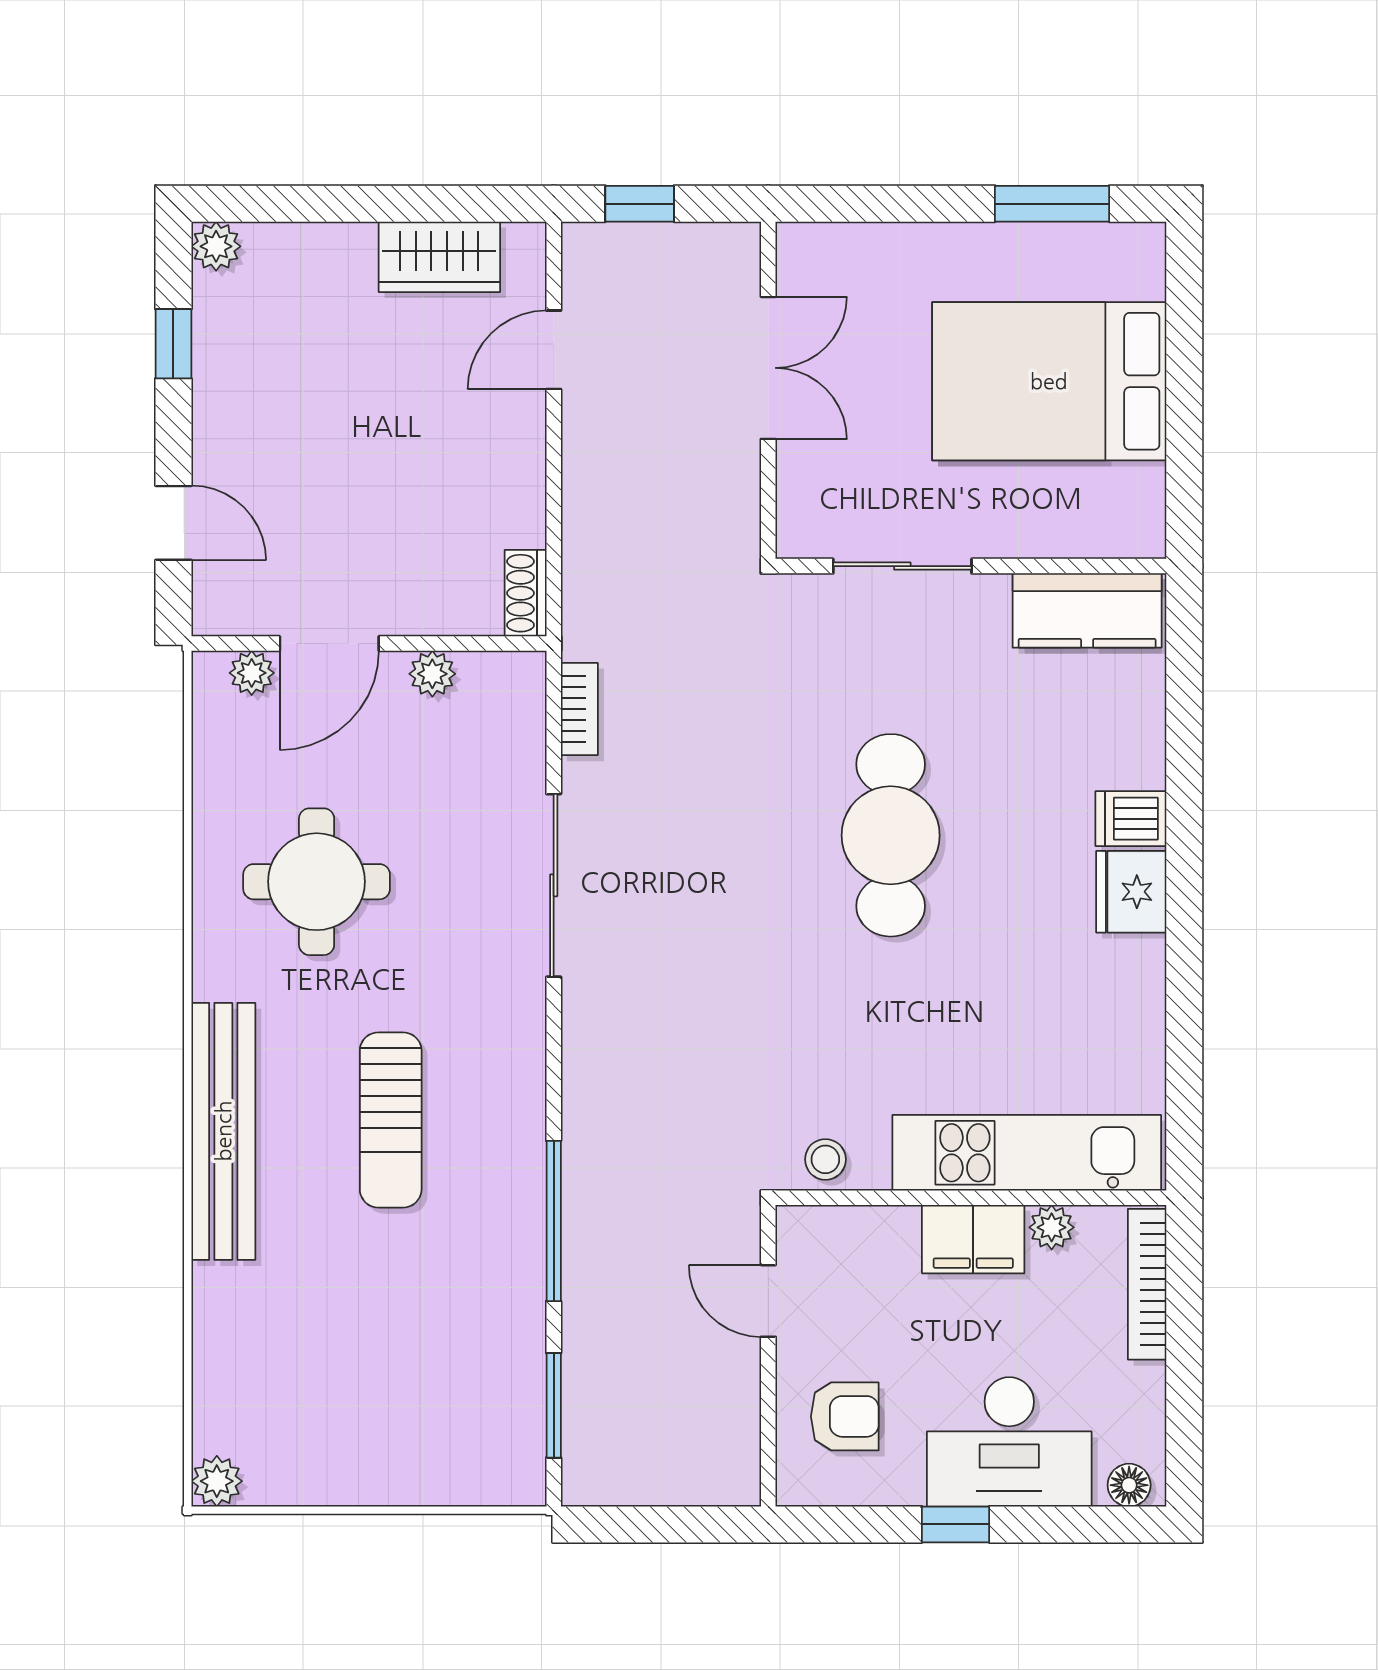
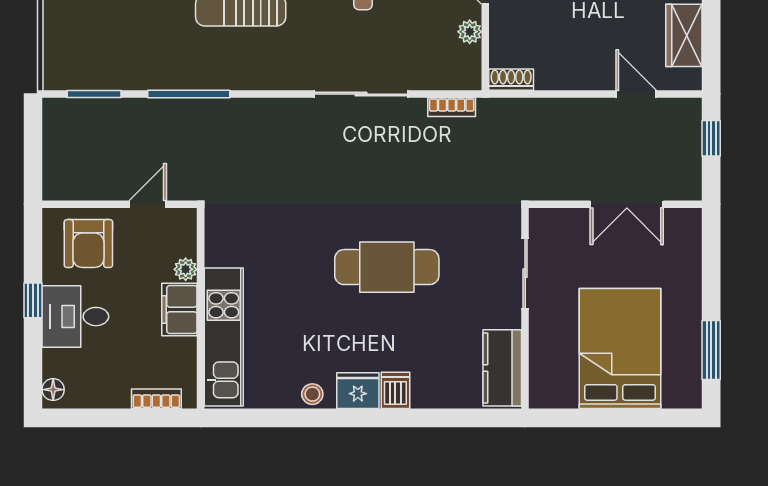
stool: (825, 1159) -> (312, 394), moved
plant: (1052, 1227) -> (186, 269), moved
bookcase: (1147, 1284) -> (156, 399), width x0.64
armchair: (845, 1416) -> (88, 244), width x1.38, depth x1.38
desk: (1009, 1442) -> (75, 317), width x0.73

